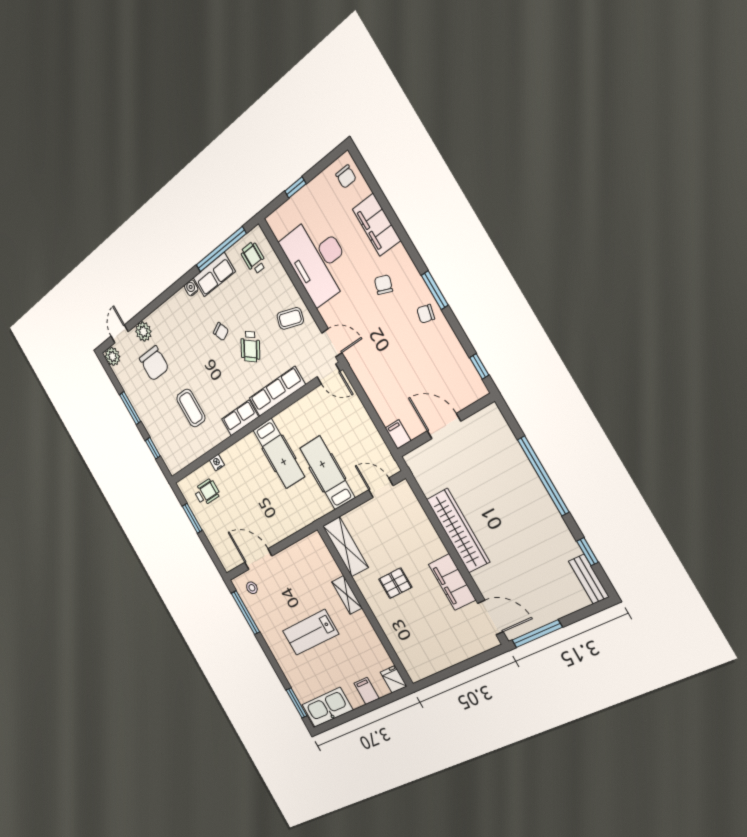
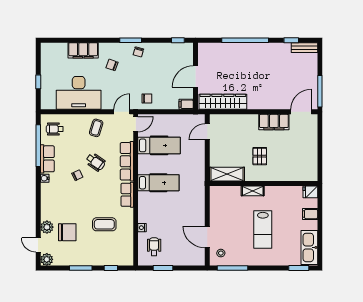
chair: (346, 177) -> (147, 99), moved
hospital bed: (327, 473) -> (159, 145), moved, turned 180
wardrobe: (458, 531) -> (223, 102), moved
door: (258, 559) -> (207, 237), hinge flipped

